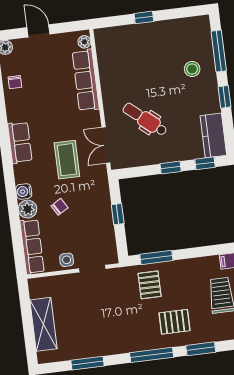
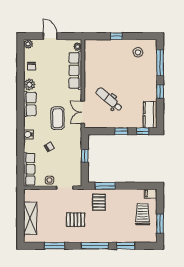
stool: (192, 69) -> (138, 52), moved
plant: (28, 209) -> (29, 85), moved
pallet: (175, 322) -> (76, 220), moved

